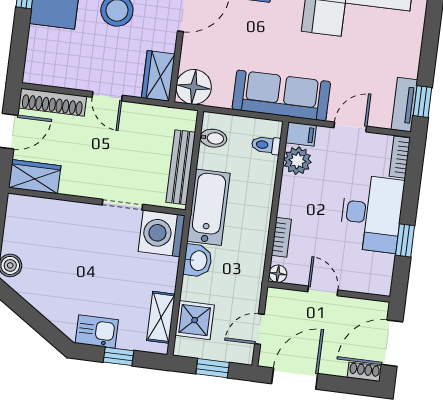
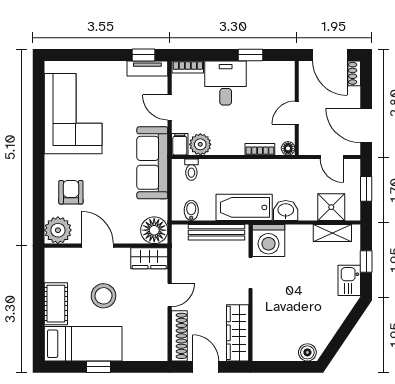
wardrobe: (35, 177) -> (238, 333), width x1.50
desk: (372, 213) -> (226, 83), width x0.73

